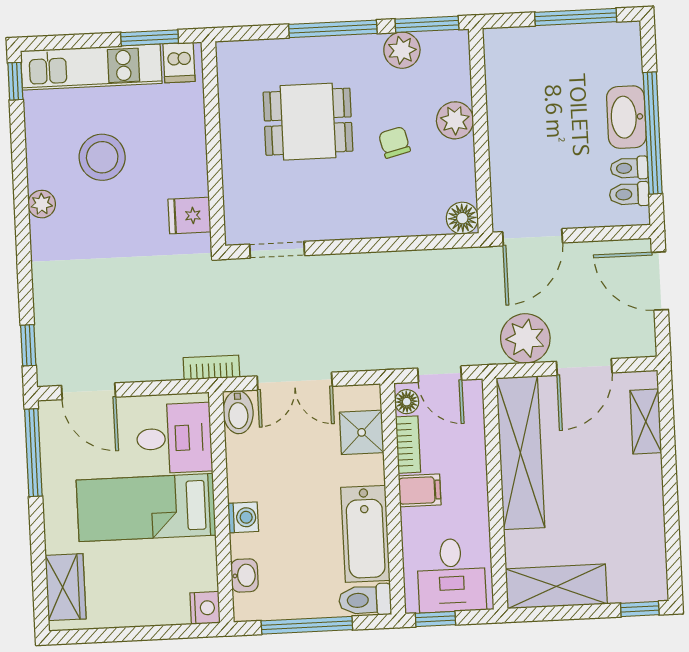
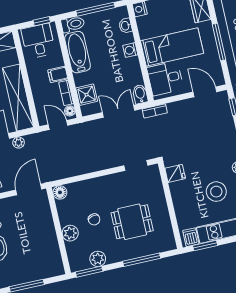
window: (333, 29) -> (142, 260), moved
plant: (525, 338) -> (19, 143), width x0.53, depth x0.53
window: (33, 453) -> (219, 42), moved

